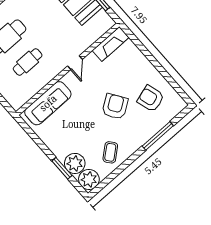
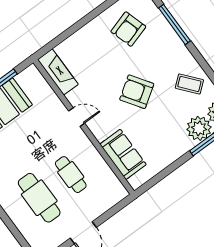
sofa: (48, 103) -> (123, 154), width x0.73
armchair: (115, 107) -> (137, 92), moved

